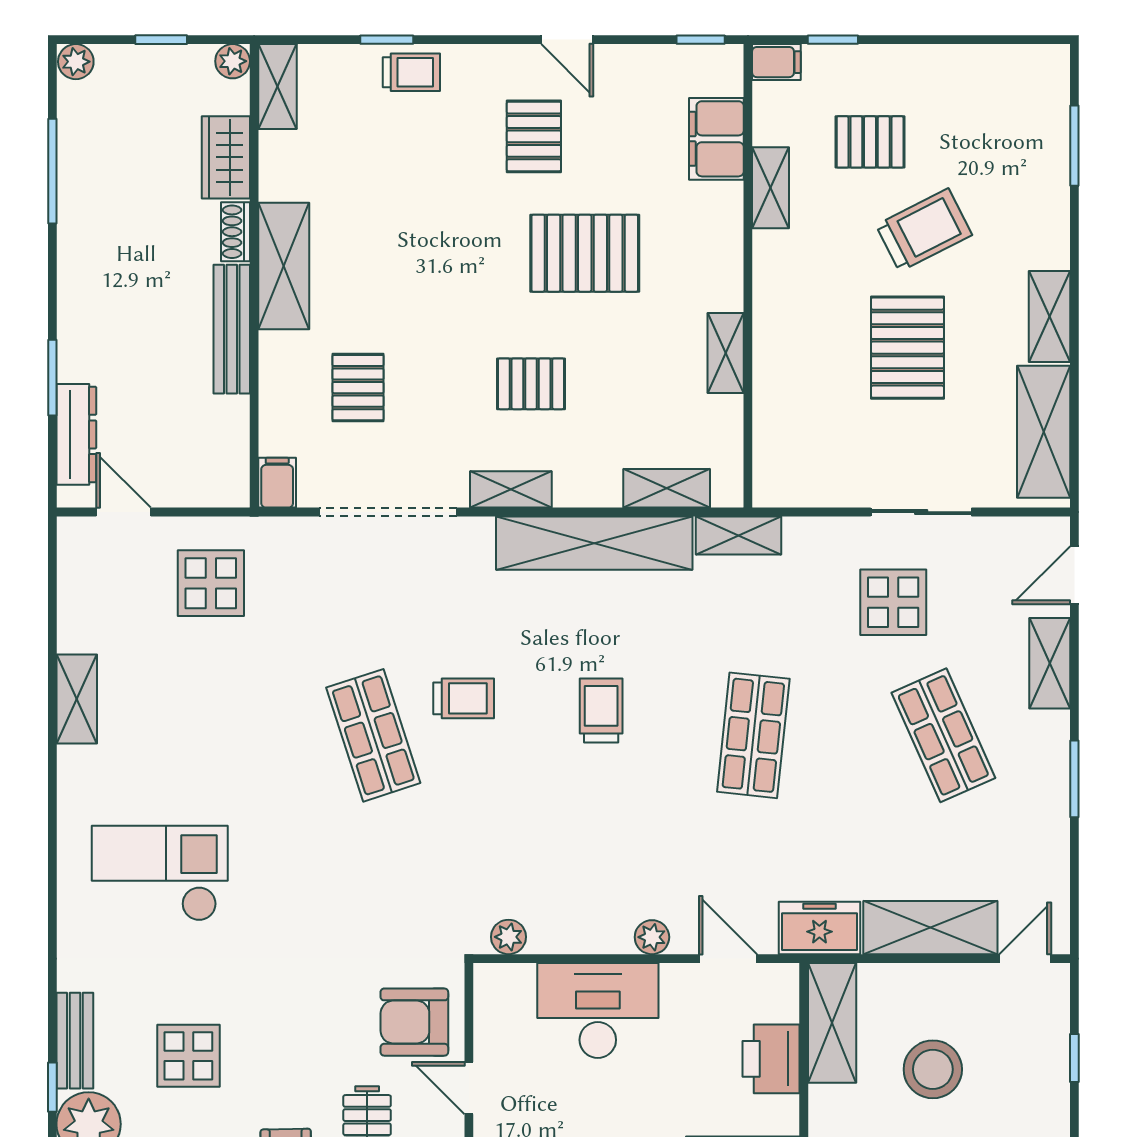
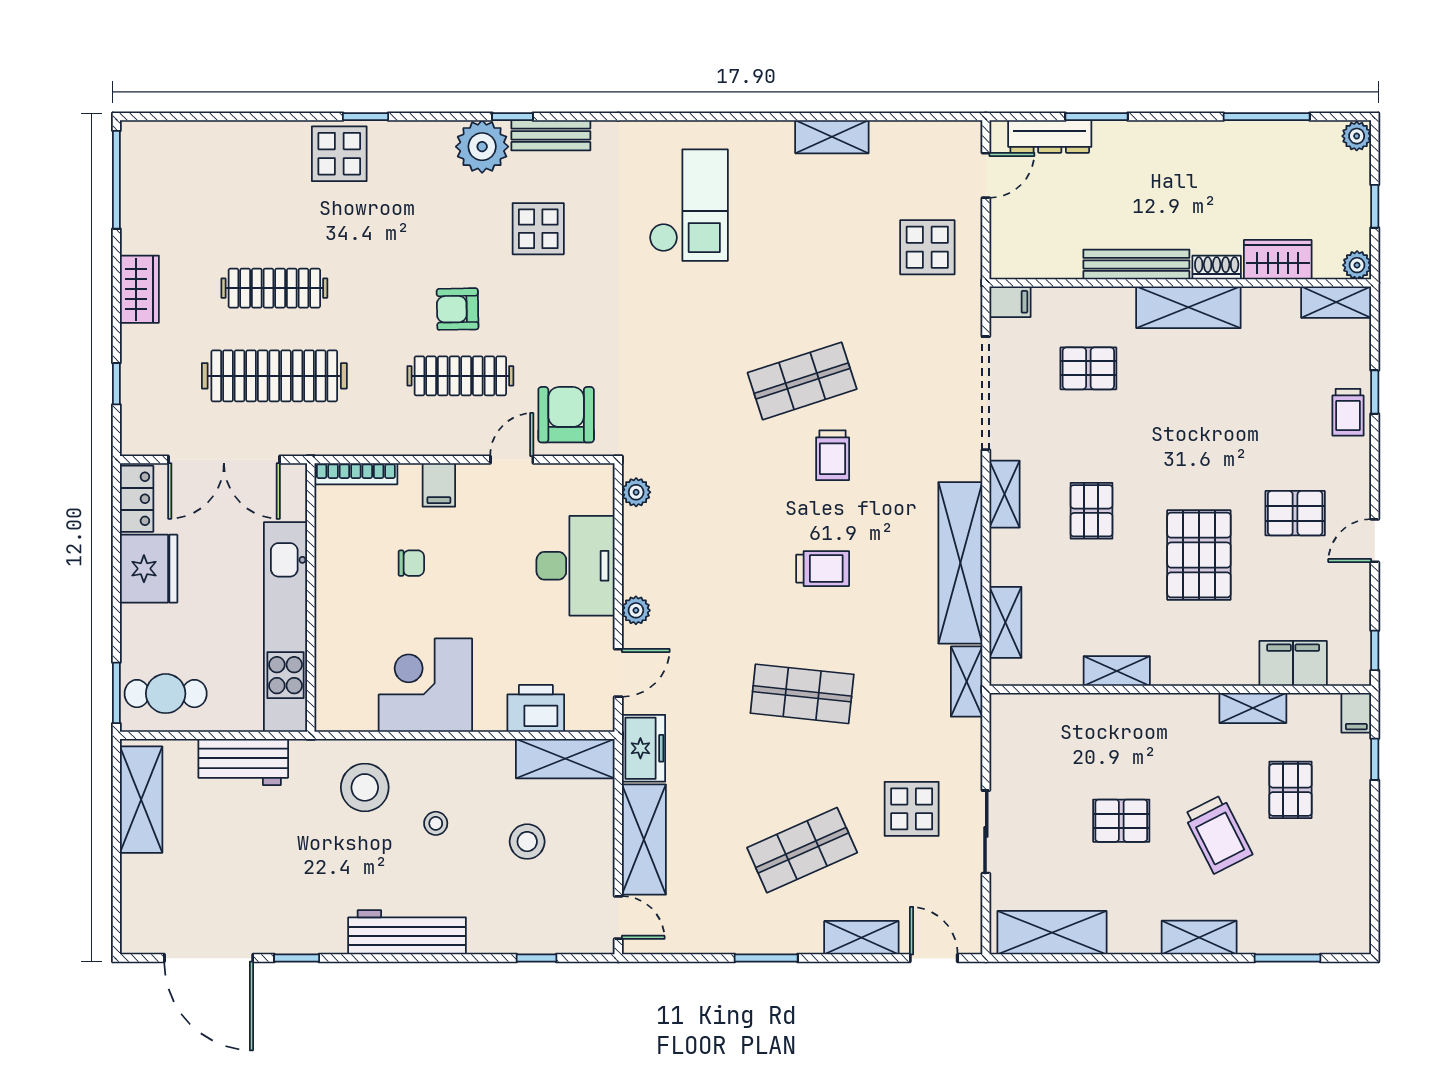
shelving: (1049, 316) -> (1199, 938), moved
pallet: (907, 348) -> (1121, 821), width x0.67, depth x0.71
stool: (933, 1069) -> (527, 842), width x0.73, depth x0.73

